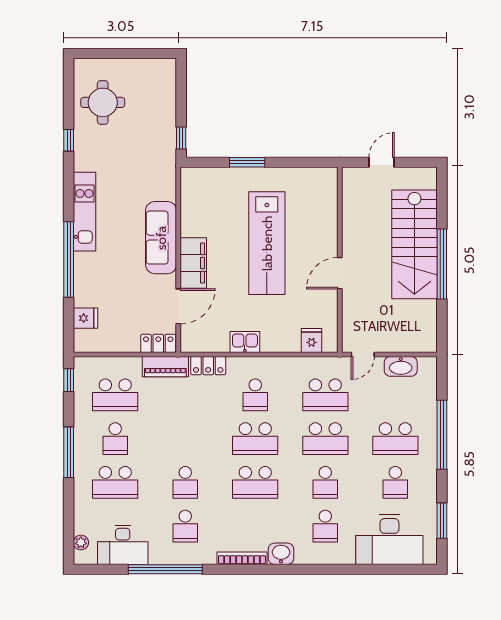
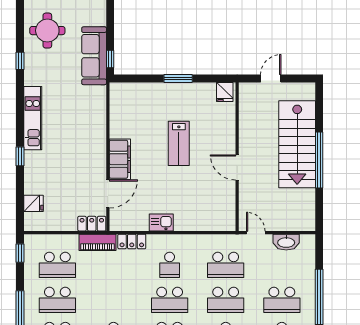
window: (247, 162) -> (178, 78), moved
sofa: (161, 238) -> (94, 56), moved
lab bench: (267, 243) -> (179, 143), width x0.54, depth x0.72
window: (69, 259) -> (20, 156), width x0.32
door: (340, 273) -> (237, 167), hinge flipped
fridge: (311, 340) -> (225, 92), moved, turned 180
door: (363, 355) -> (256, 233), swing flipped
school desk: (115, 439) -> (57, 300), width x1.85

